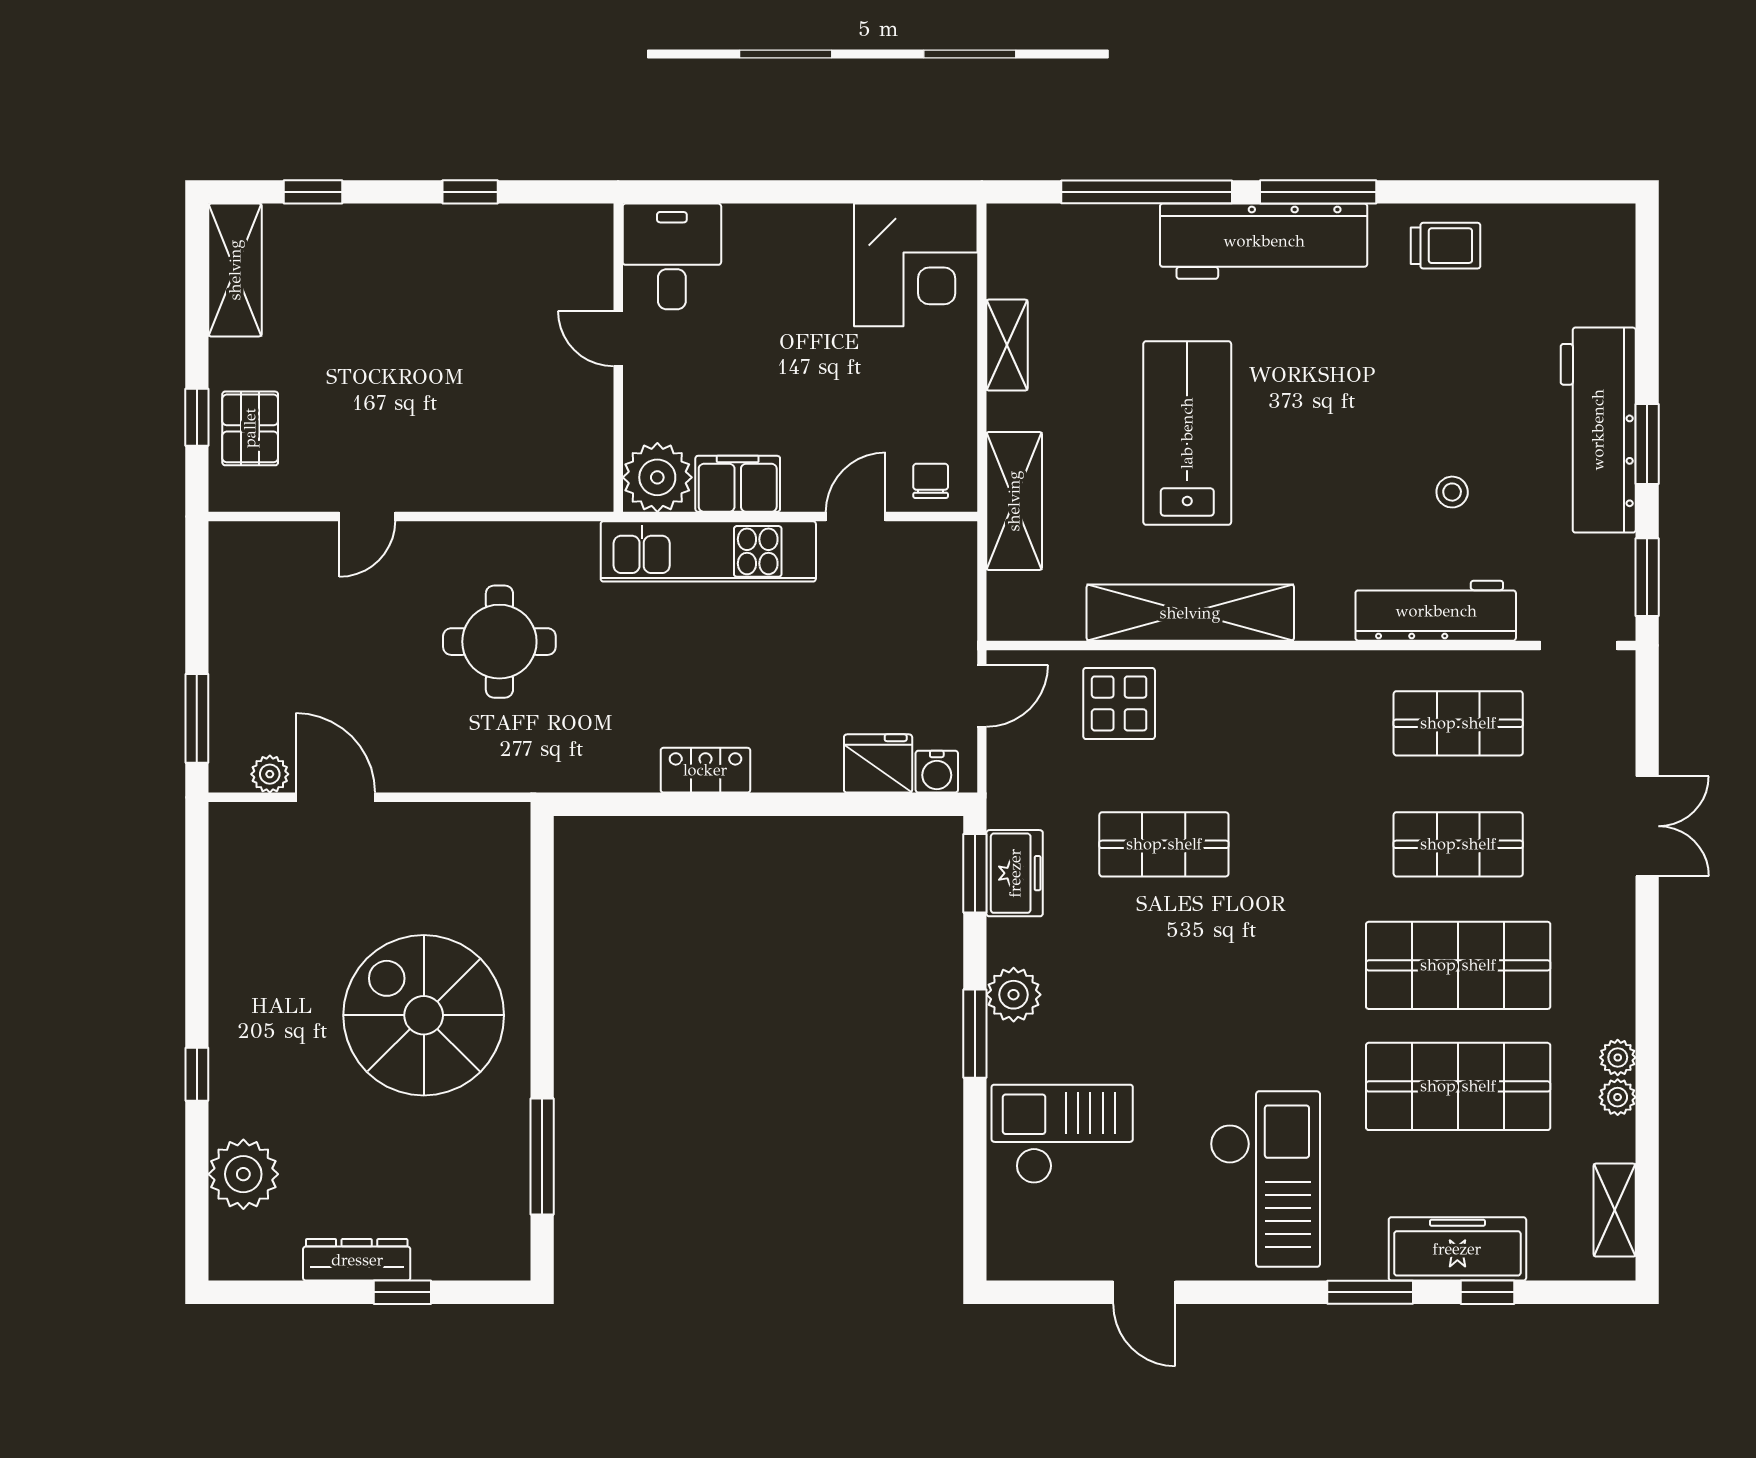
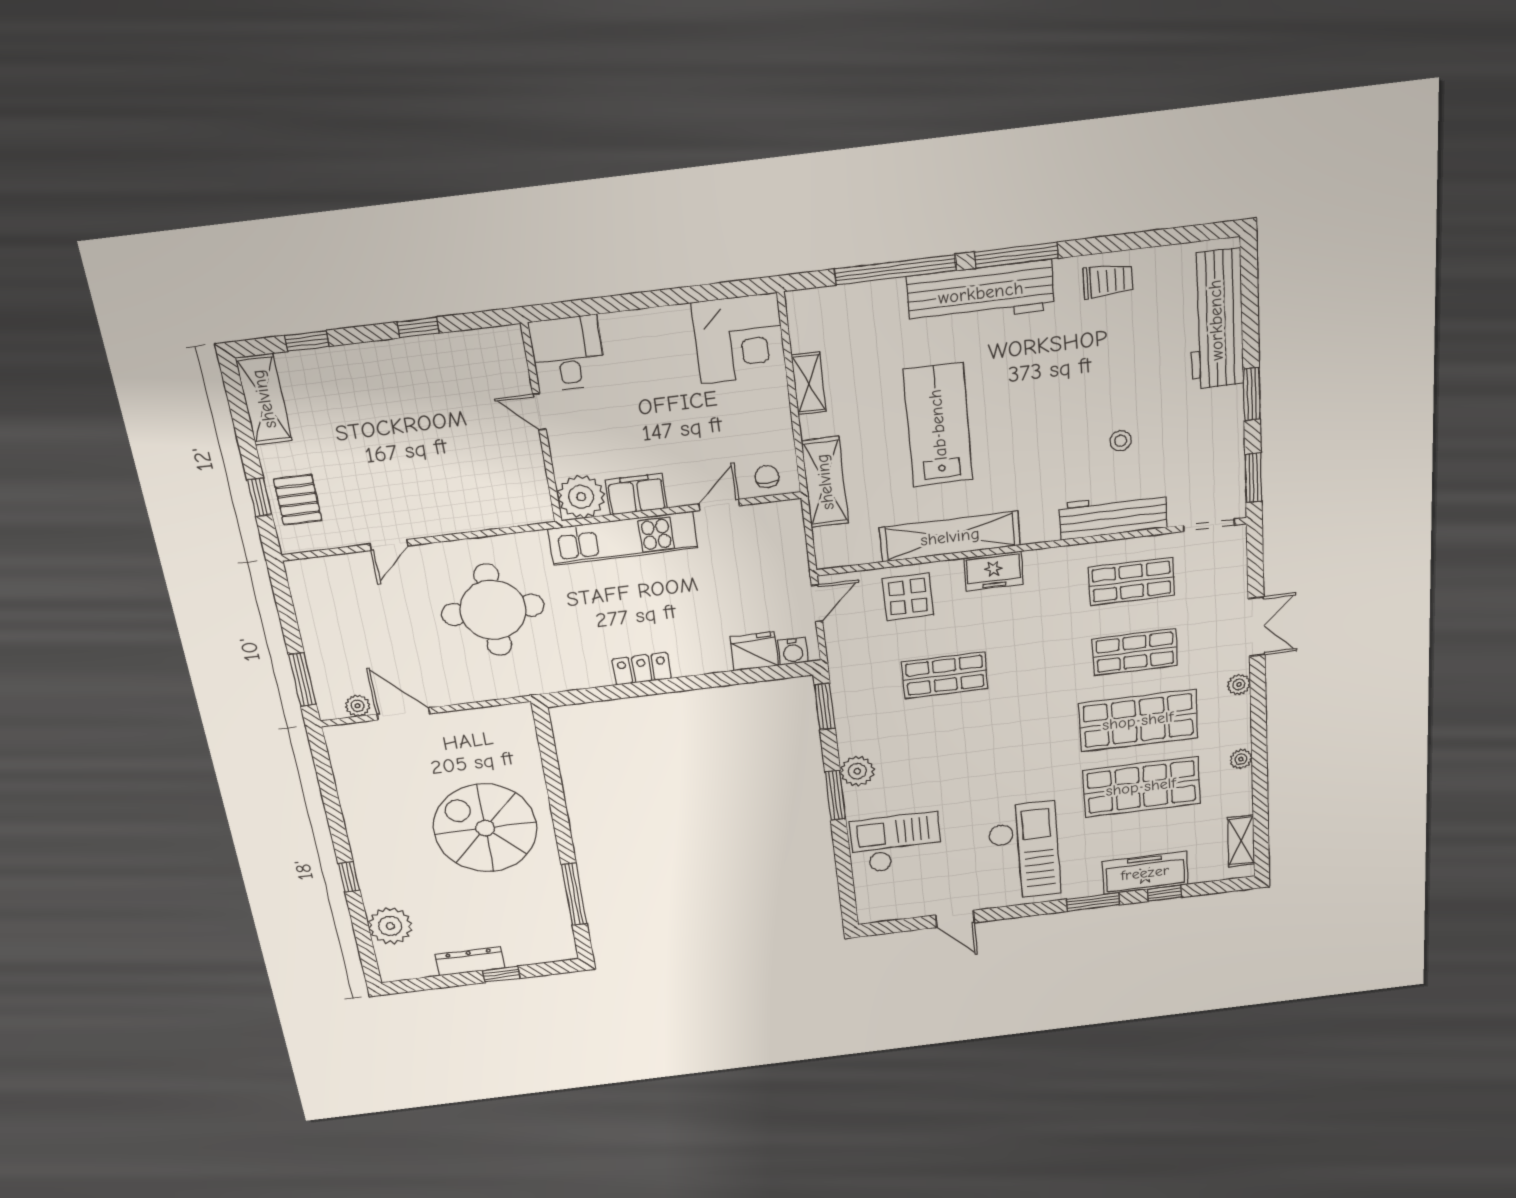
workbench: (1598, 430) -> (1216, 320), moved
round table: (499, 642) -> (493, 610), width x1.36, depth x1.36
freezer: (1015, 873) -> (993, 571), moved, turned 90
plant: (1618, 1097) -> (1239, 684), moved

